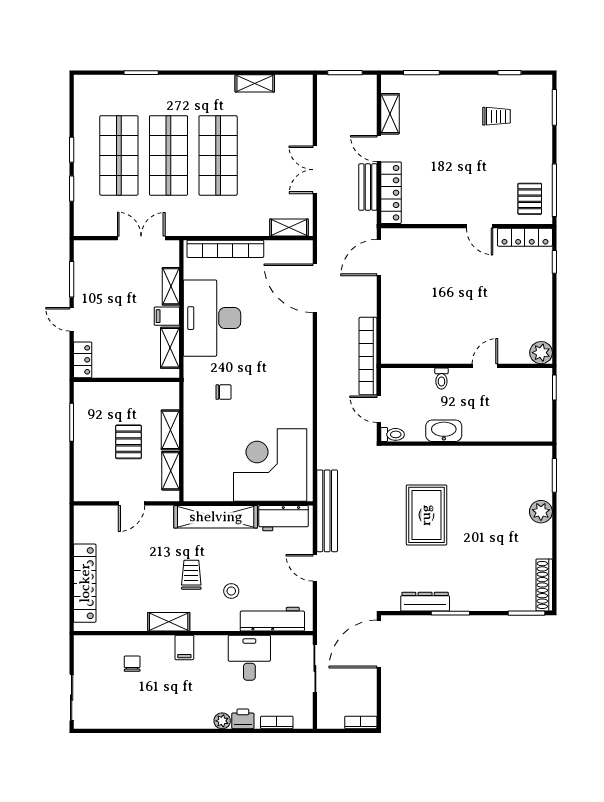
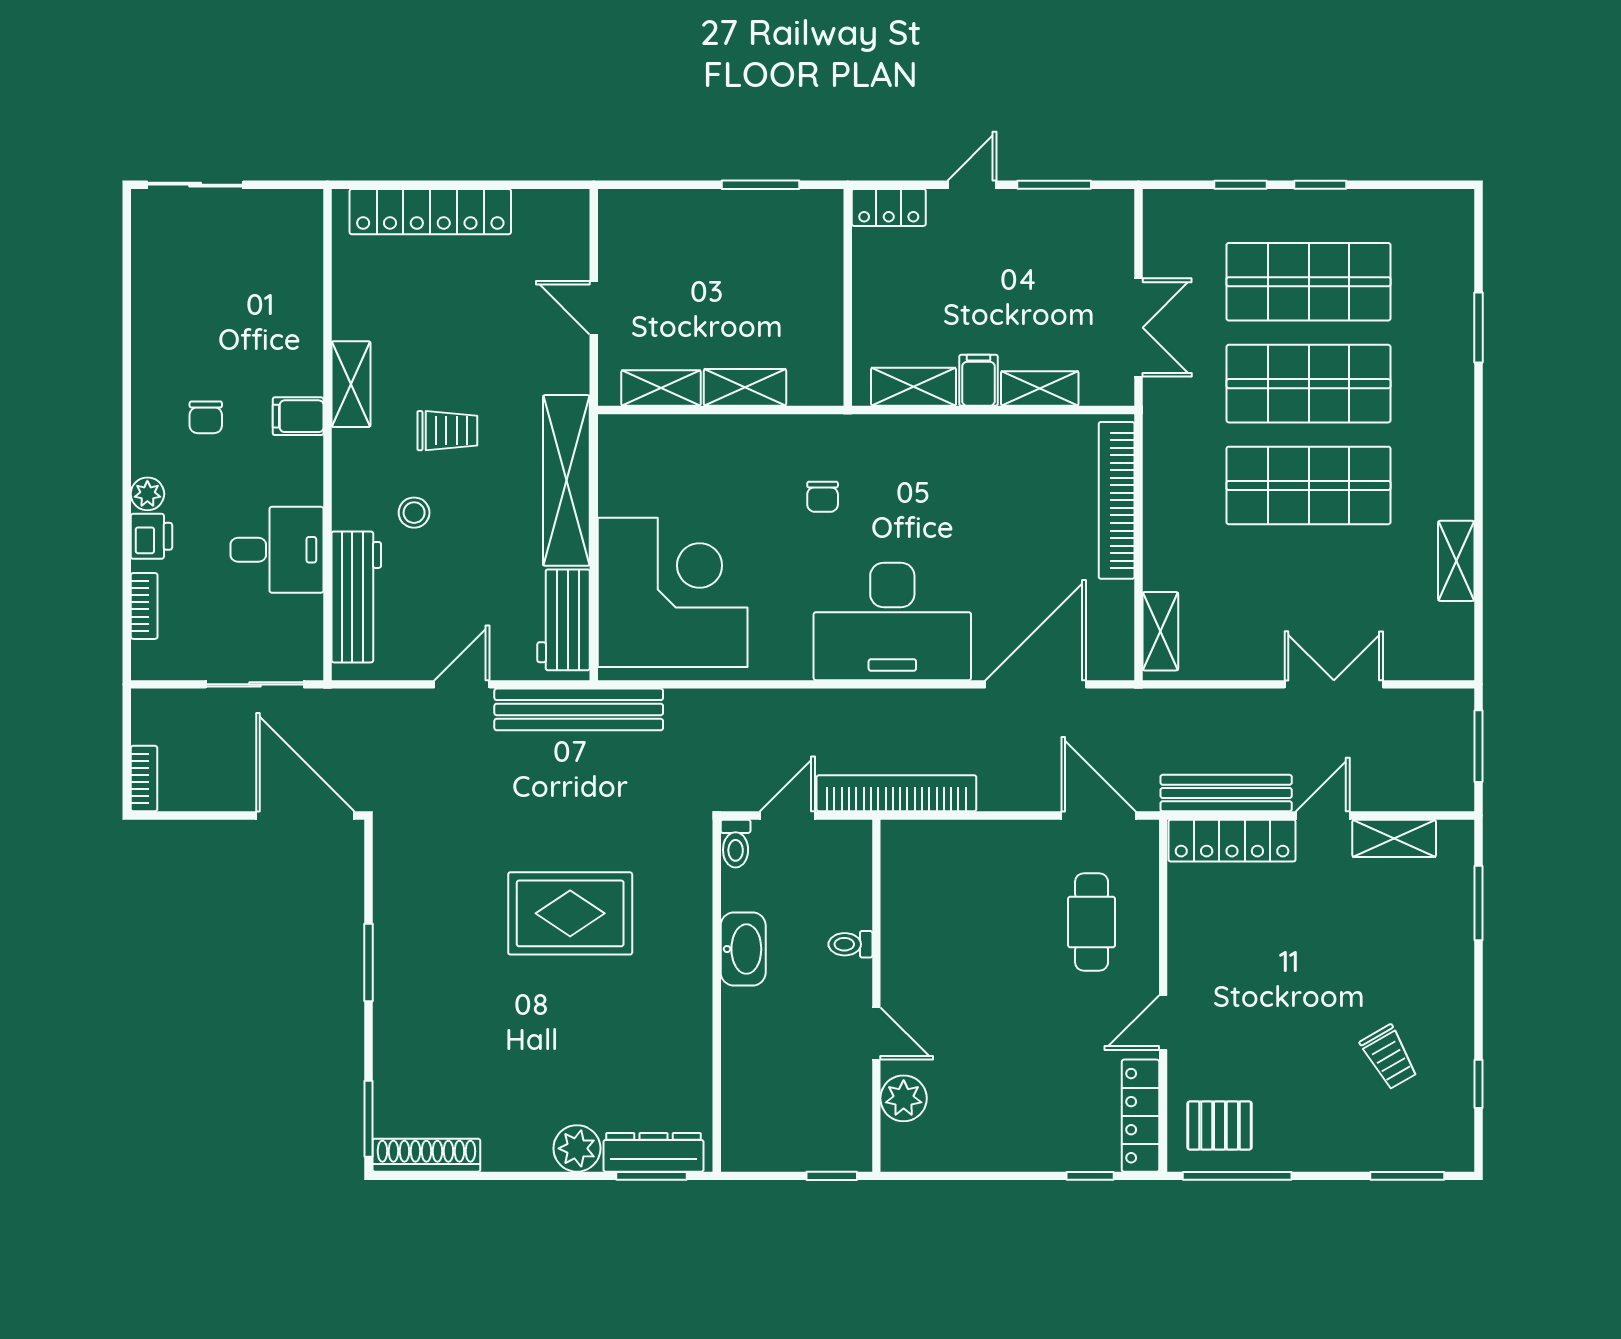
trolley: (496, 116) -> (1389, 1057), turned -30
double door: (315, 170) -> (1334, 684), moved
bench: (368, 187) -> (1226, 793), width x1.36
cafe table: (431, 261) -> (1092, 922), added
desk: (212, 318) -> (892, 621), moved, turned 180
plant: (541, 353) -> (904, 1098), moved
pallet: (128, 442) -> (720, 301), removed
dresser: (425, 602) -> (653, 1152), moved, turned -90
chair: (132, 664) -> (206, 417), moved, turned 90

